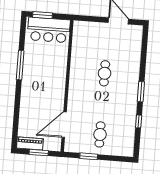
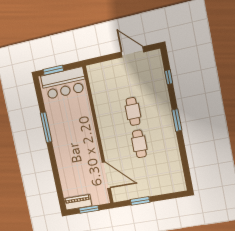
window: (139, 121) -> (169, 77), moved
door: (64, 125) -> (106, 175), swing flipped
cafe table: (100, 134) -> (139, 144), moved

